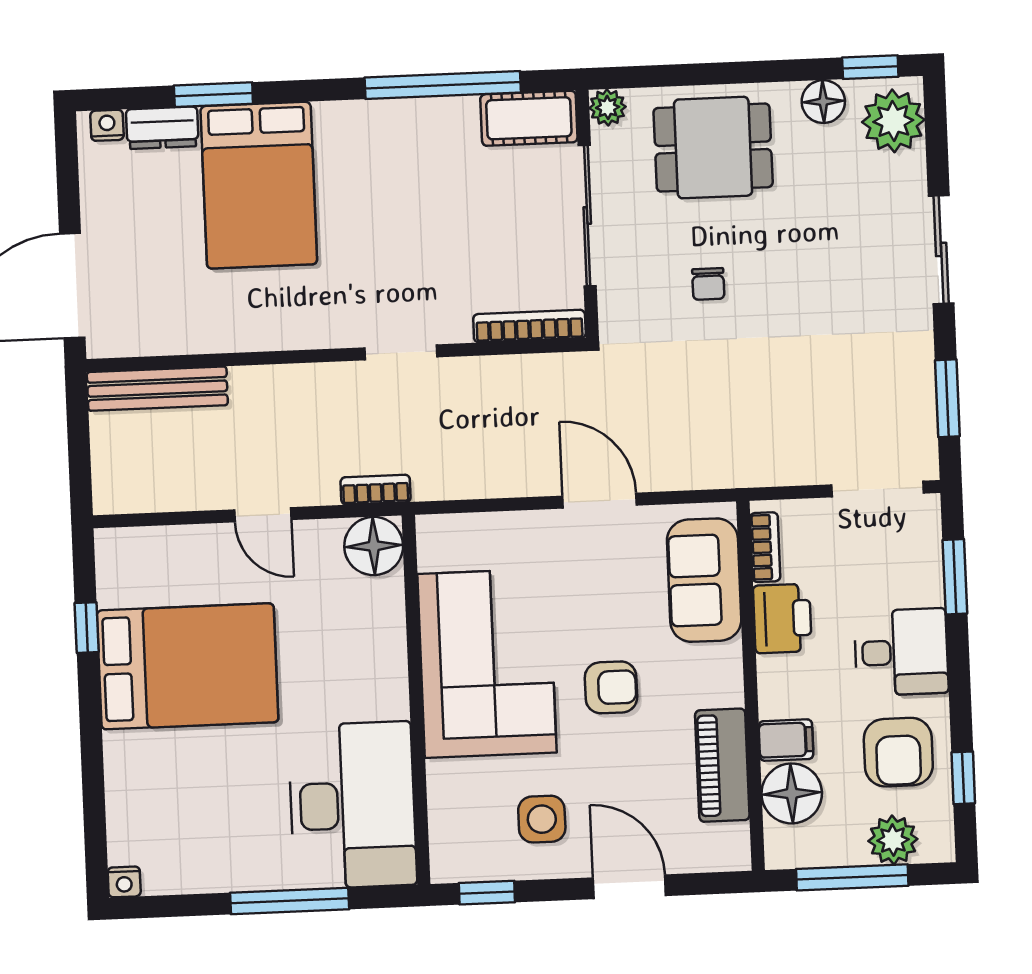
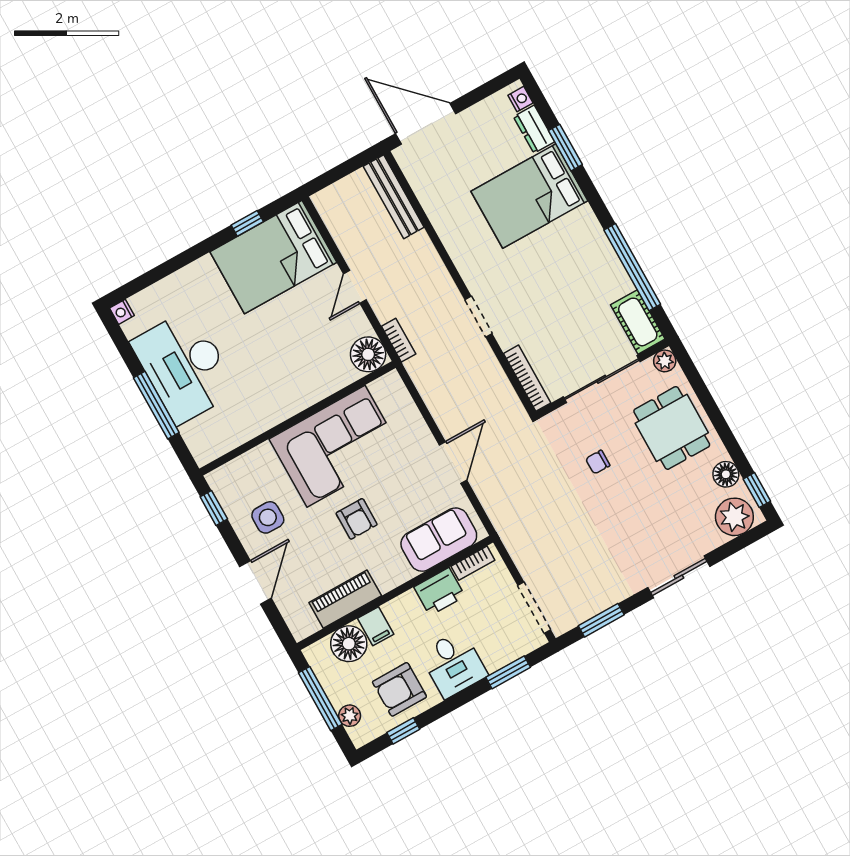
bed: (188, 666) -> (273, 257), moved, turned 90
desk: (352, 805) -> (184, 367), moved, turned 90
plant: (893, 840) -> (350, 716), width x0.73, depth x0.73

